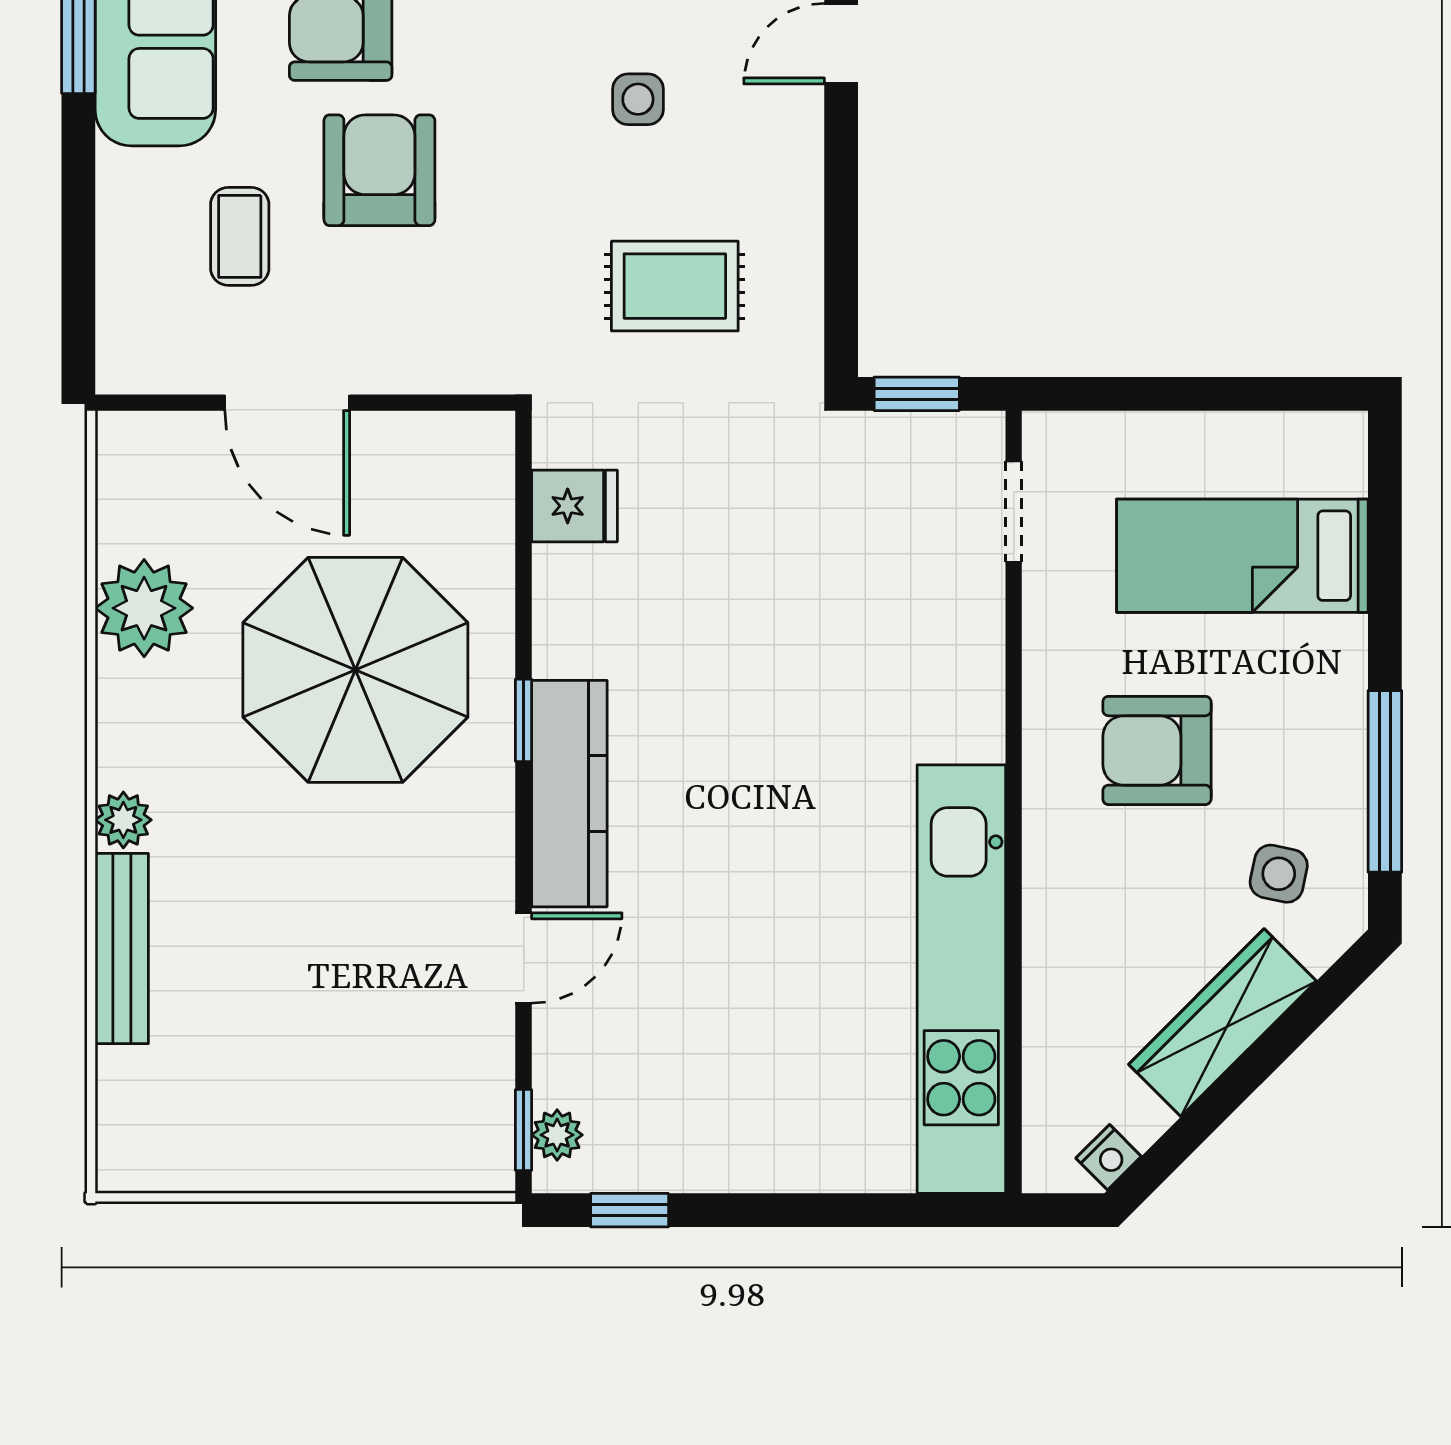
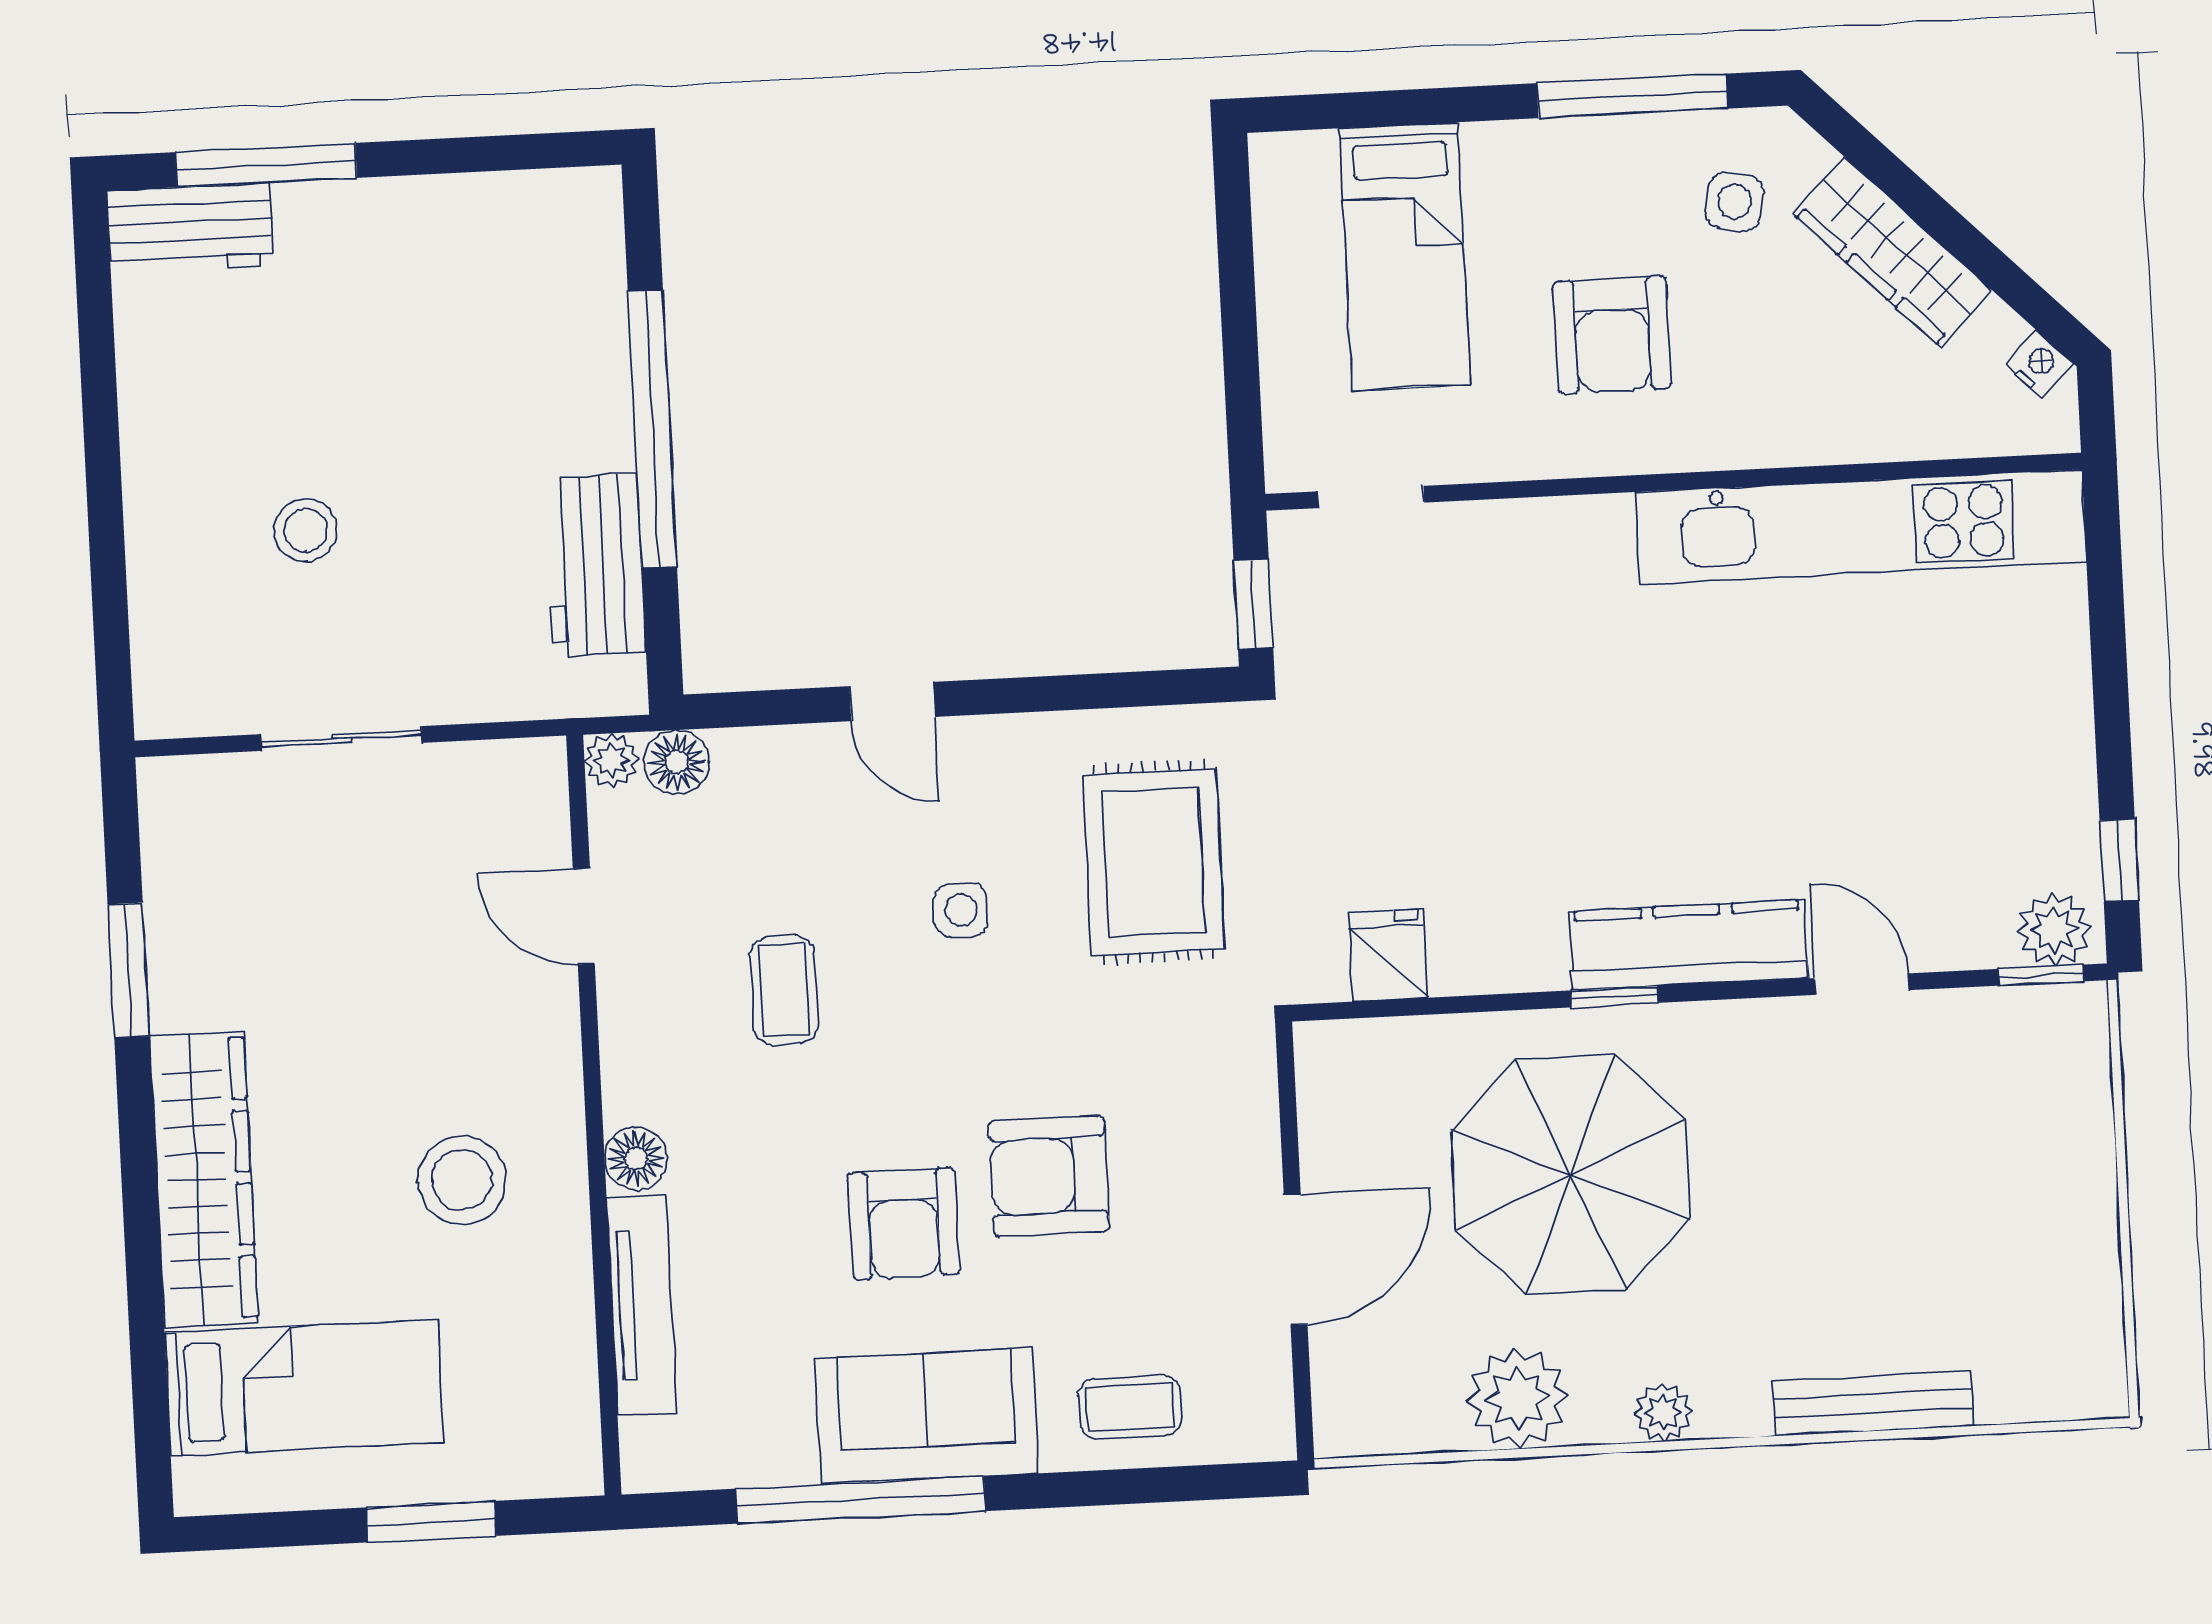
coffee table: (240, 236) -> (1130, 1407), moved
rug: (675, 286) -> (1154, 862), width x1.36, depth x1.43
plant: (123, 820) -> (1663, 1412), moved
plant: (557, 1135) -> (2054, 929), width x1.38, depth x1.38

